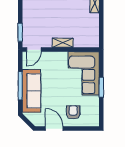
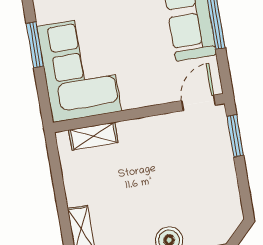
shelving: (63, 43) -> (93, 136), moved

